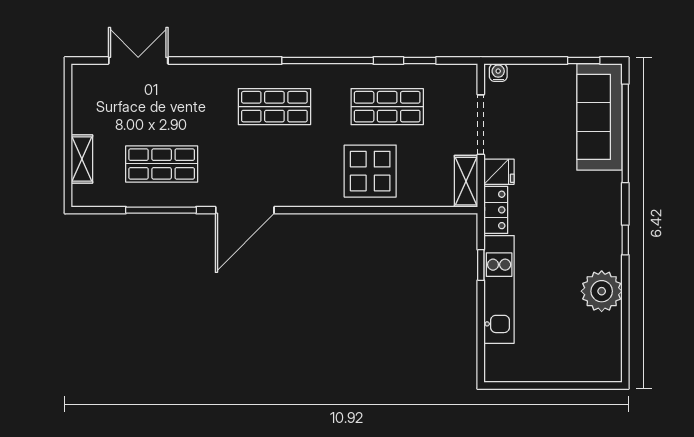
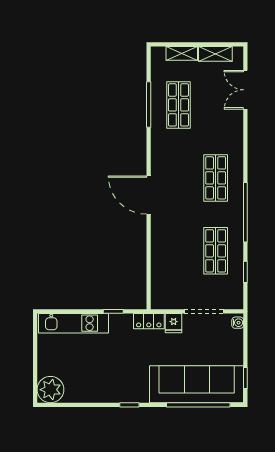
double door: (138, 61) -> (245, 90), swing flipped
sofa: (600, 117) -> (197, 384), width x1.36, depth x1.27
display table: (370, 171) -> (174, 240), removed
shelving: (466, 181) -> (215, 54), moved
door: (245, 210) -> (149, 195), moved
kitchen unit: (499, 289) -> (74, 323), moved
plant: (602, 291) -> (50, 390), moved

